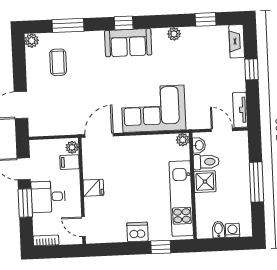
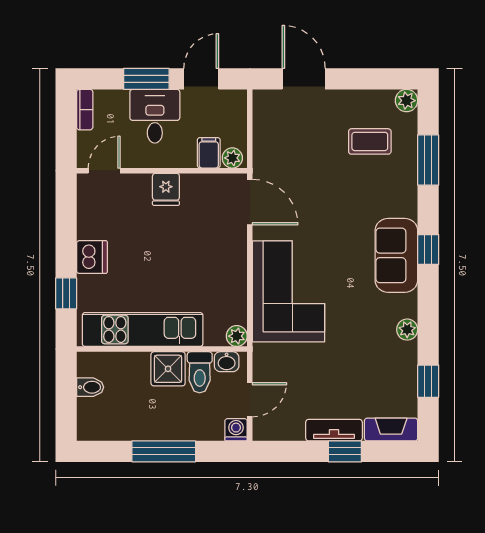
tv unit: (240, 110) -> (334, 430), moved
washing machine: (233, 230) -> (236, 430), moved, turned -90

